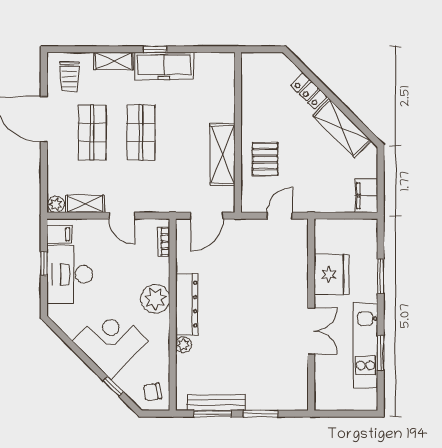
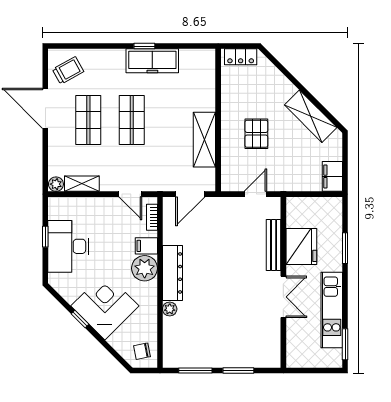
shelving: (114, 61) -> (107, 56), removed
trolley: (69, 77) -> (68, 70), turned -119
locker: (309, 91) -> (241, 57), moved, turned -45
pallet: (265, 159) -> (256, 134), moved
door: (122, 216) -> (130, 194), moved
filing cabinet: (59, 234) -> (146, 246), moved, turned 180
window: (381, 353) -> (345, 344), moved
window: (113, 386) -> (80, 319), moved
bench: (216, 403) -> (274, 245), moved, turned 90

